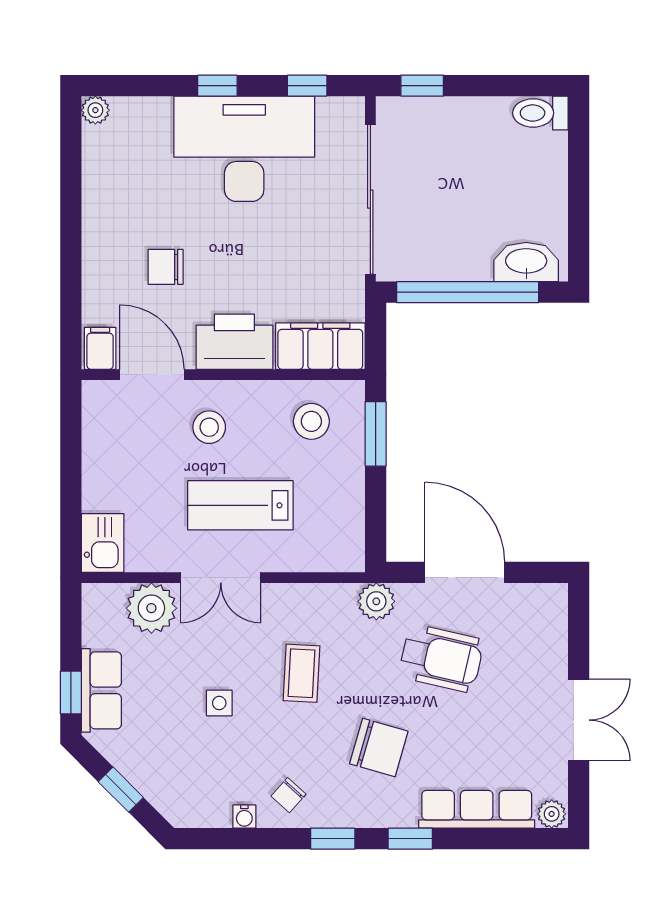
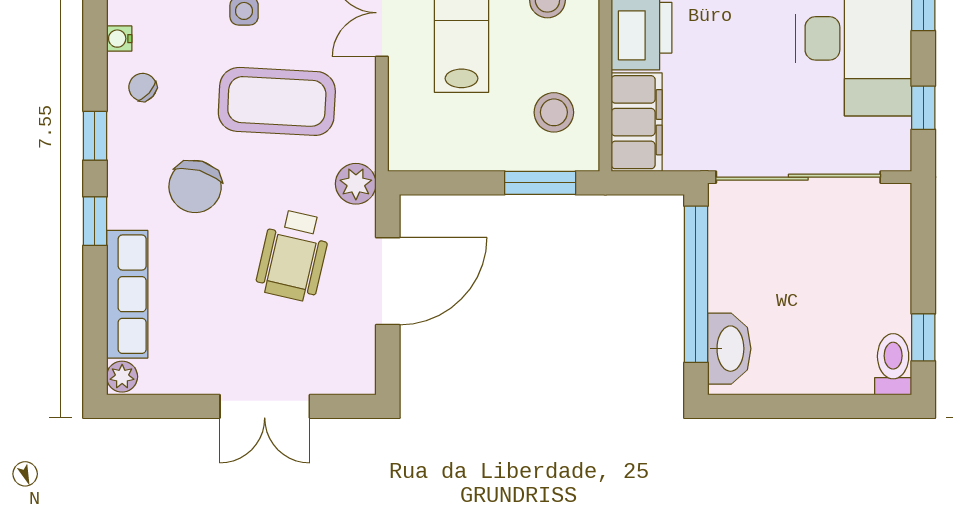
window: (422, 86) -> (923, 337), moved
coffee table: (301, 673) -> (277, 101), width x1.86, depth x1.72
double door: (579, 720) -> (265, 406), moved

